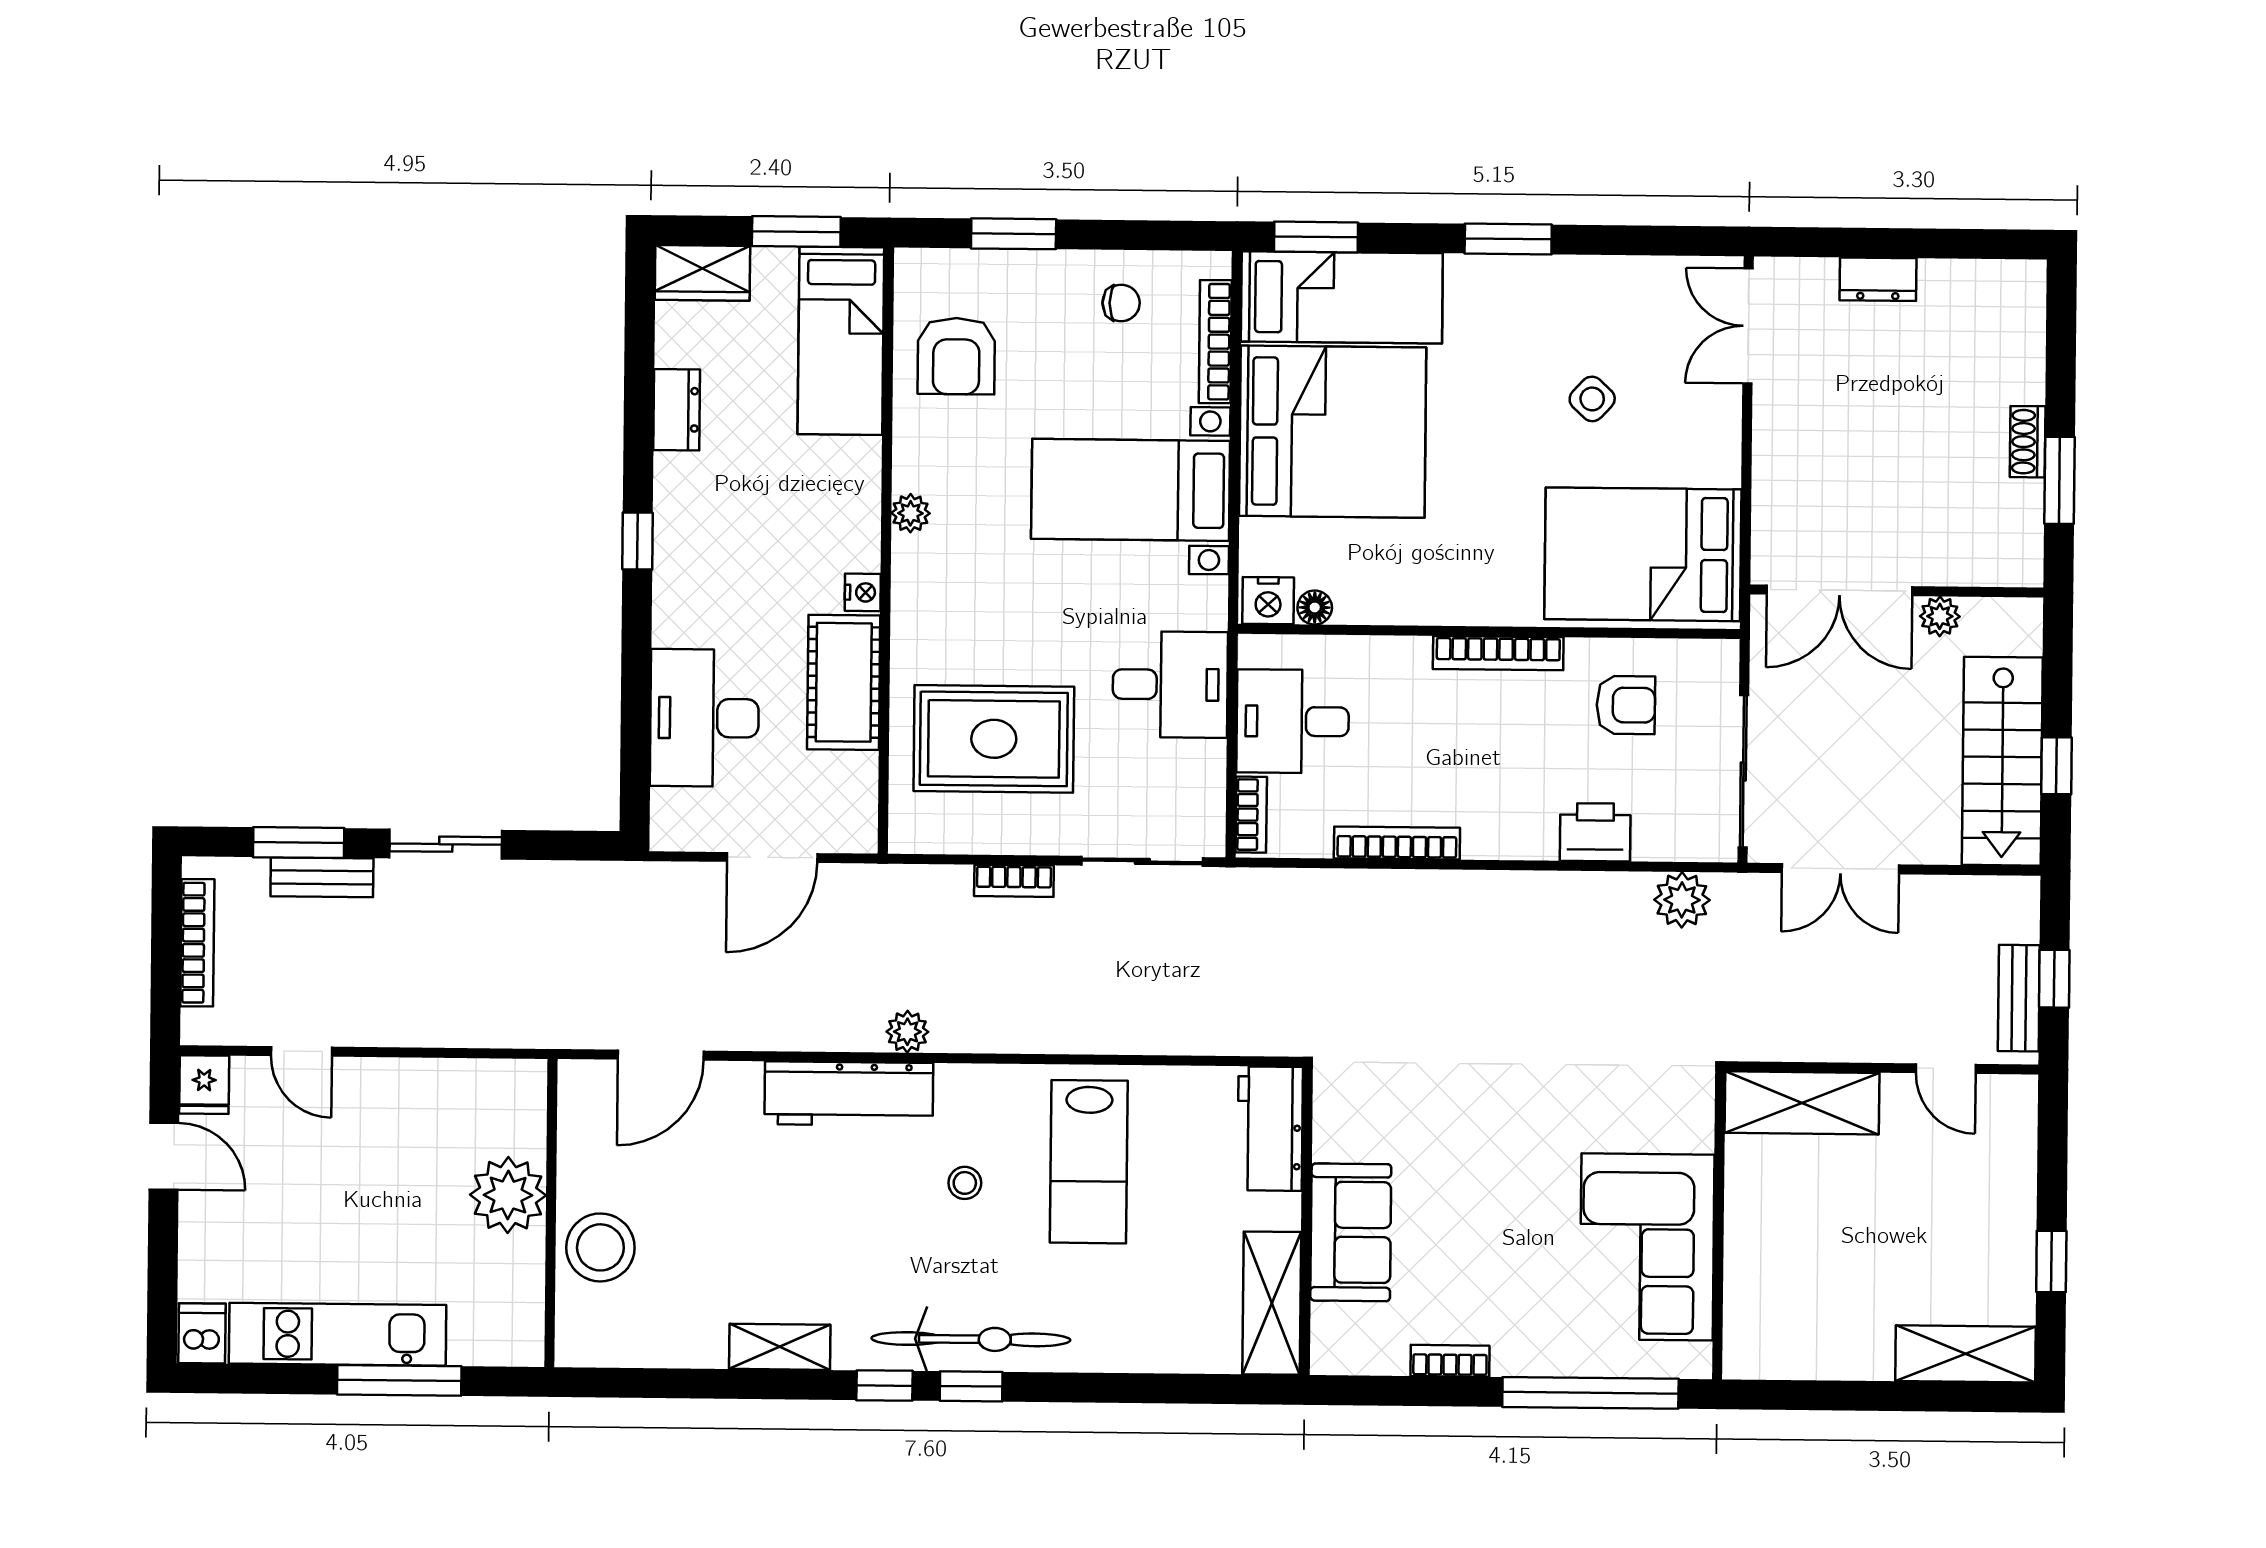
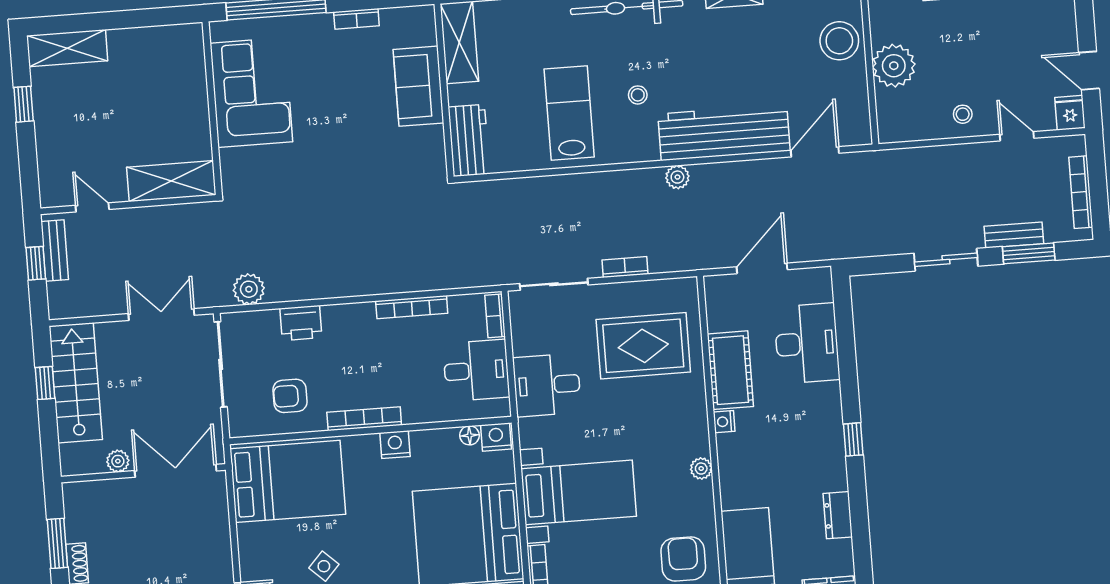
nightstand: (1448, 603) -> (395, 445), added
workbench: (849, 1094) -> (724, 132), width x1.36, depth x1.32
stool: (394, 1099) -> (963, 114), added

